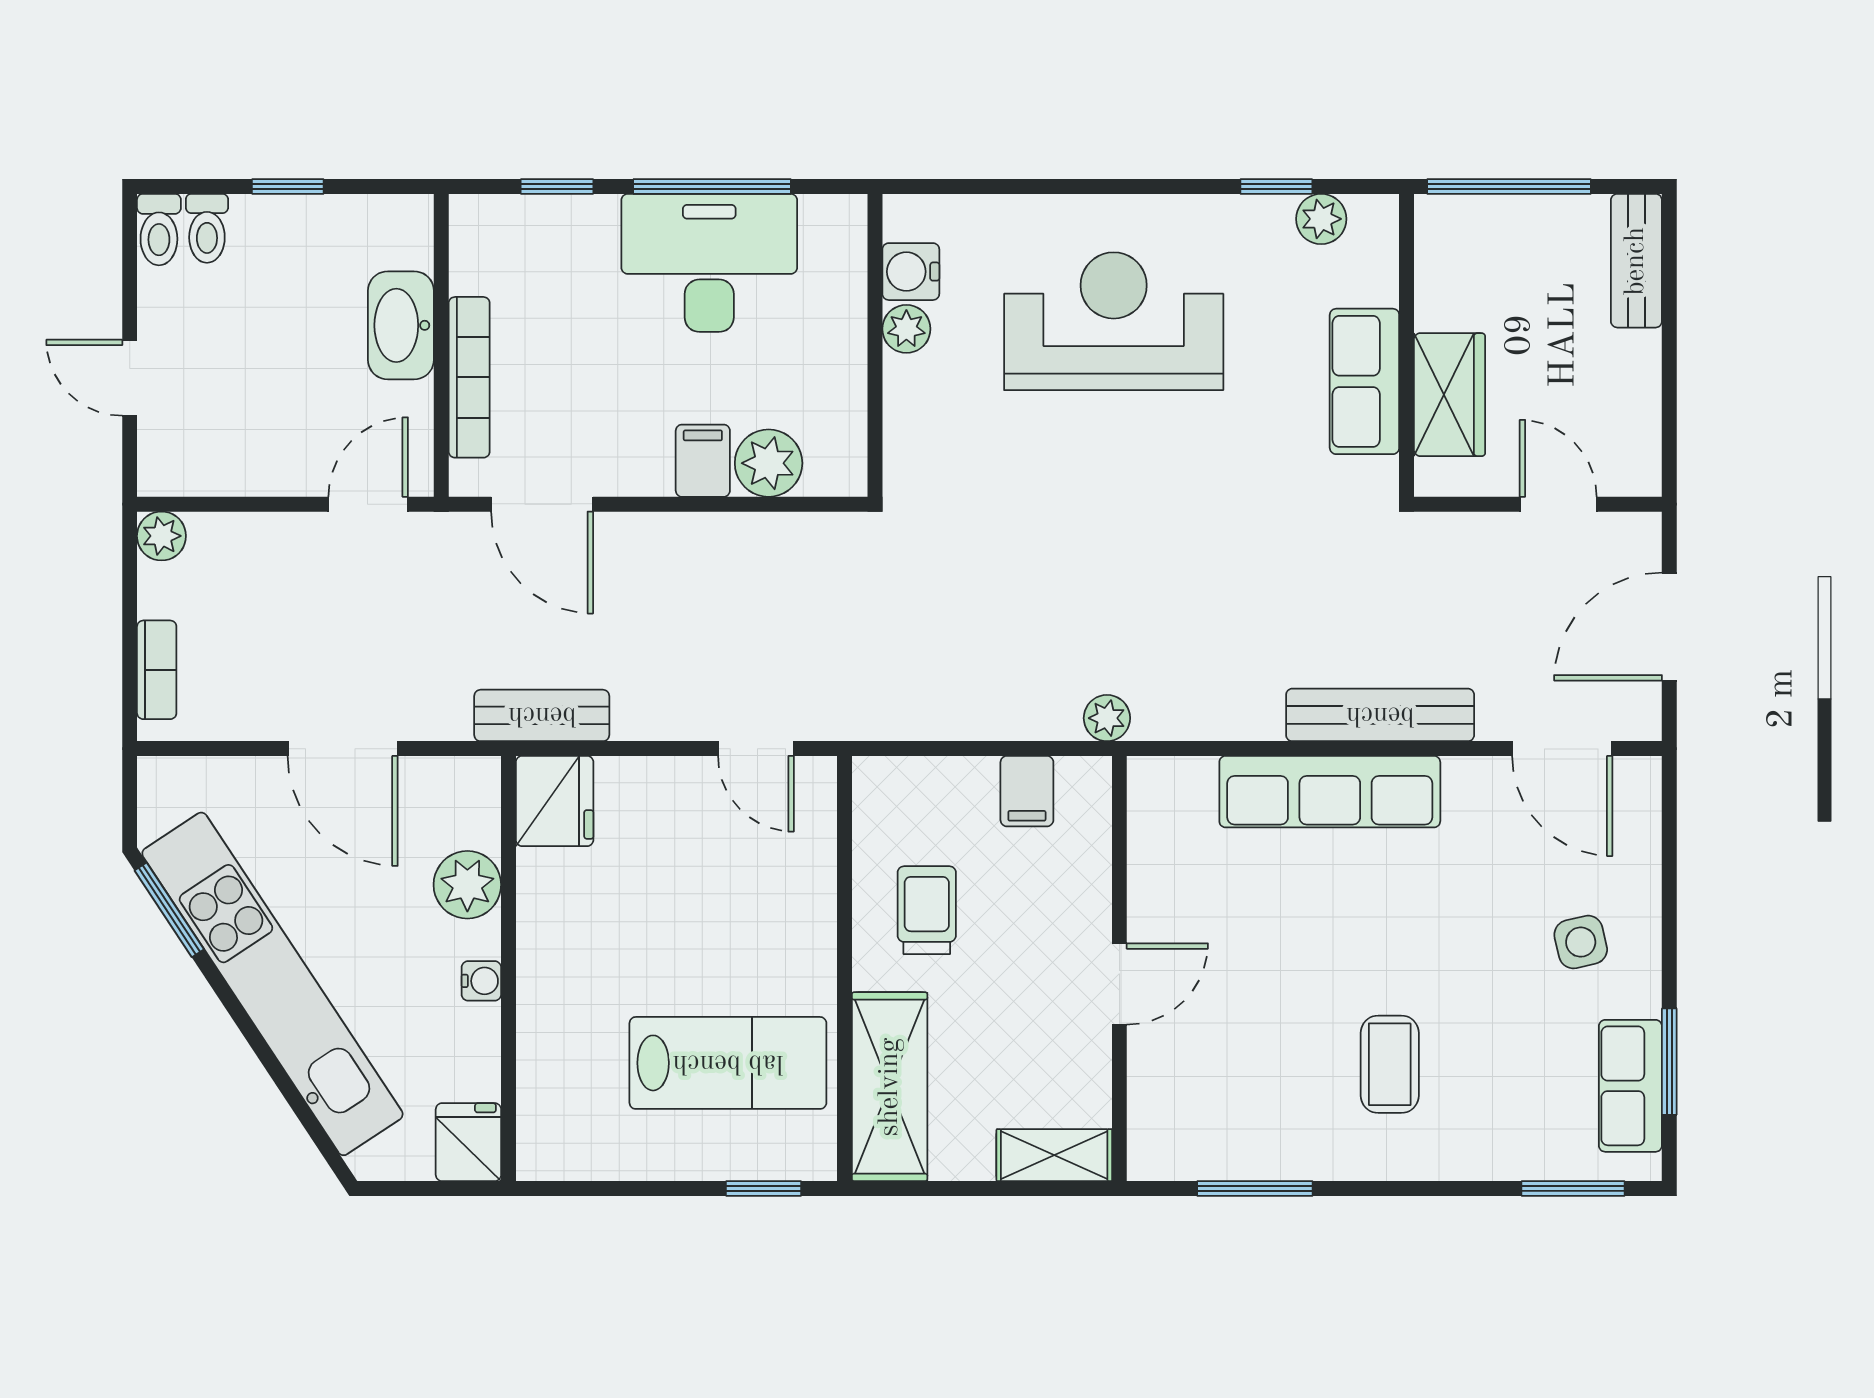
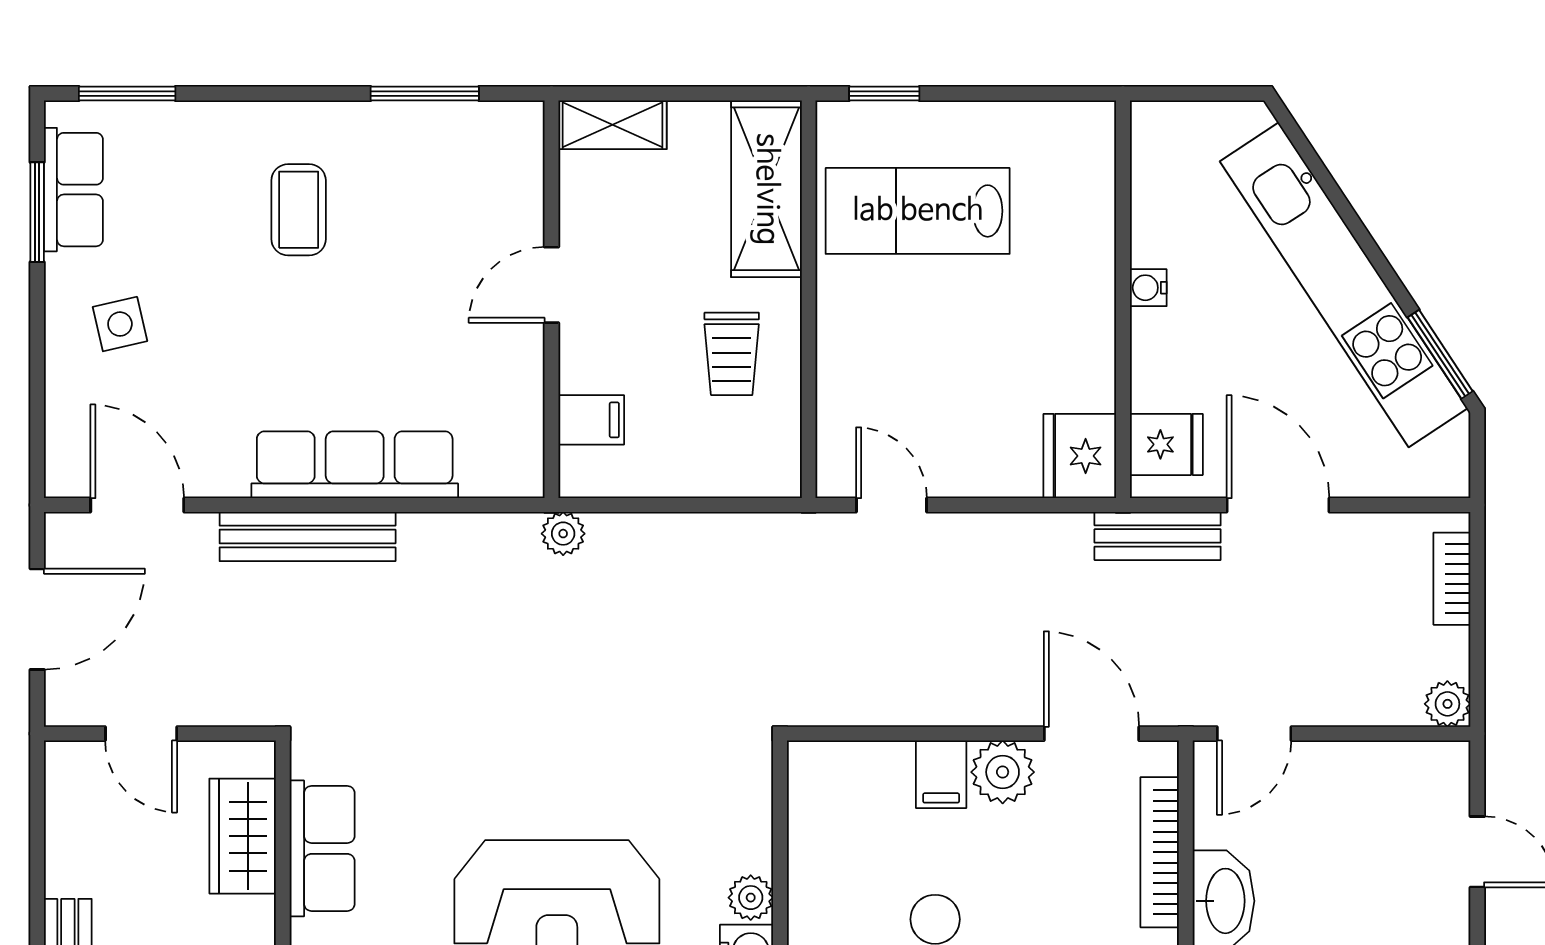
plant: (769, 463) -> (1003, 772), moved
bench: (542, 715) -> (1158, 536), moved
filing cabinet: (1027, 791) -> (591, 420), moved, turned 90
plant: (467, 885) -> (1161, 378), removed
fridge: (468, 1142) -> (1166, 444), moved, turned -90

